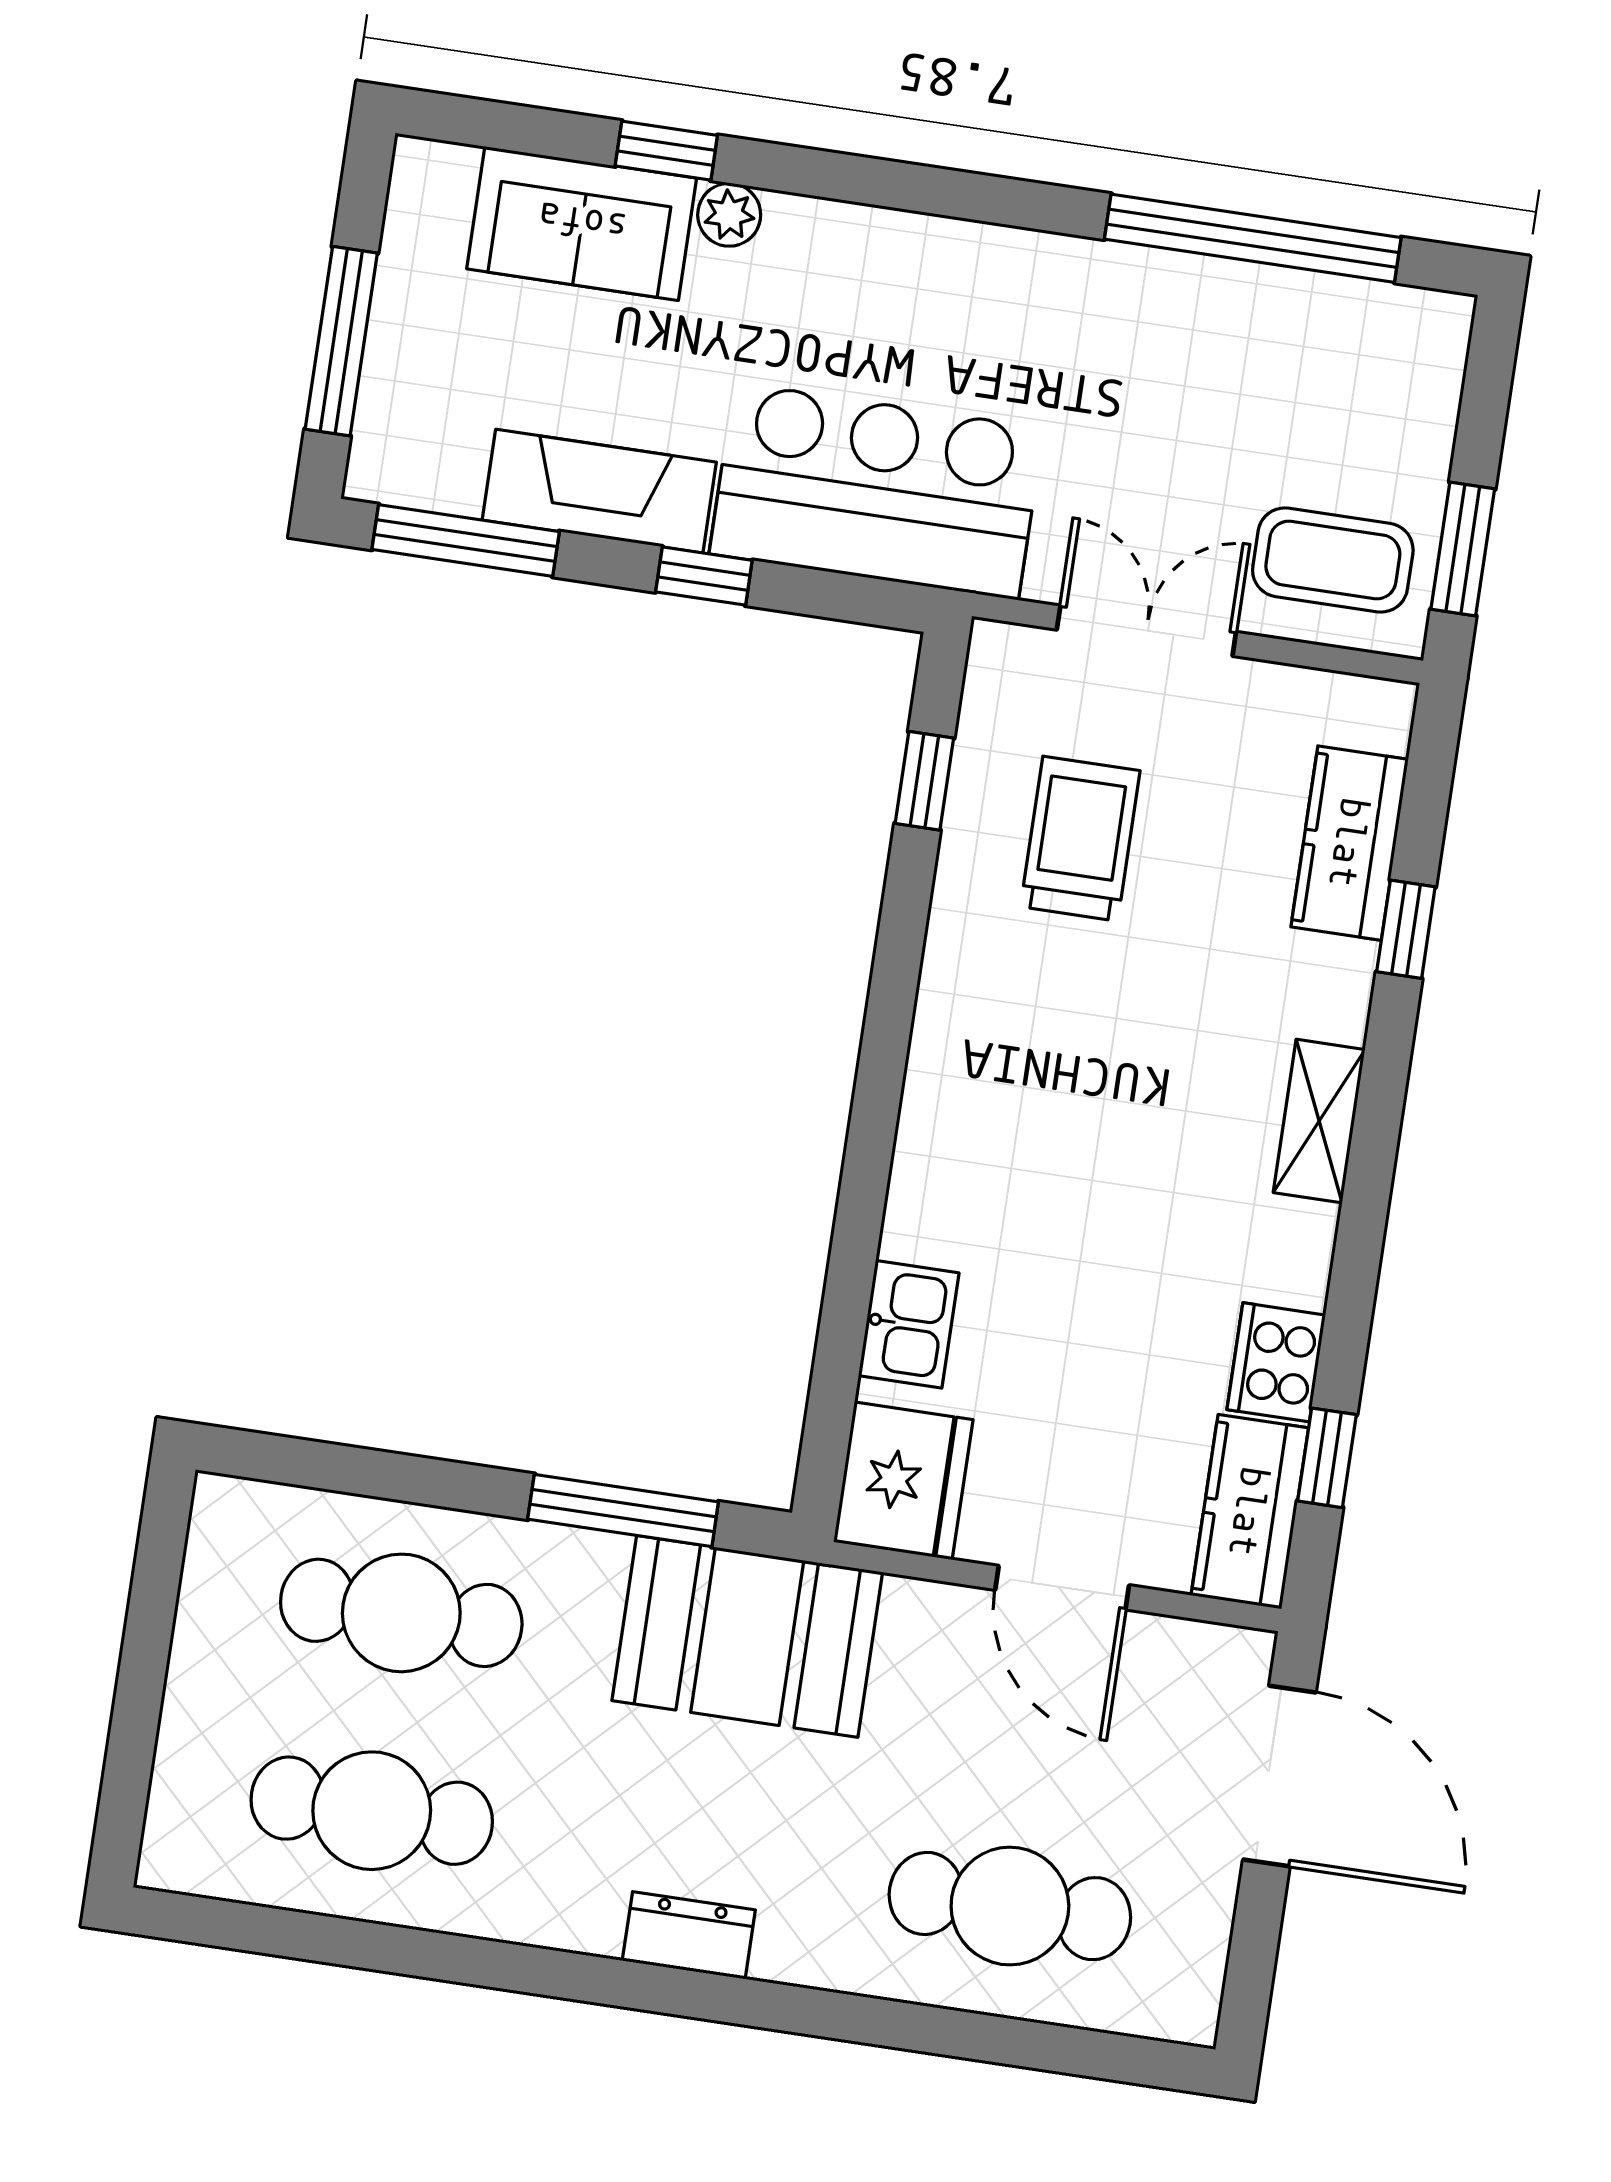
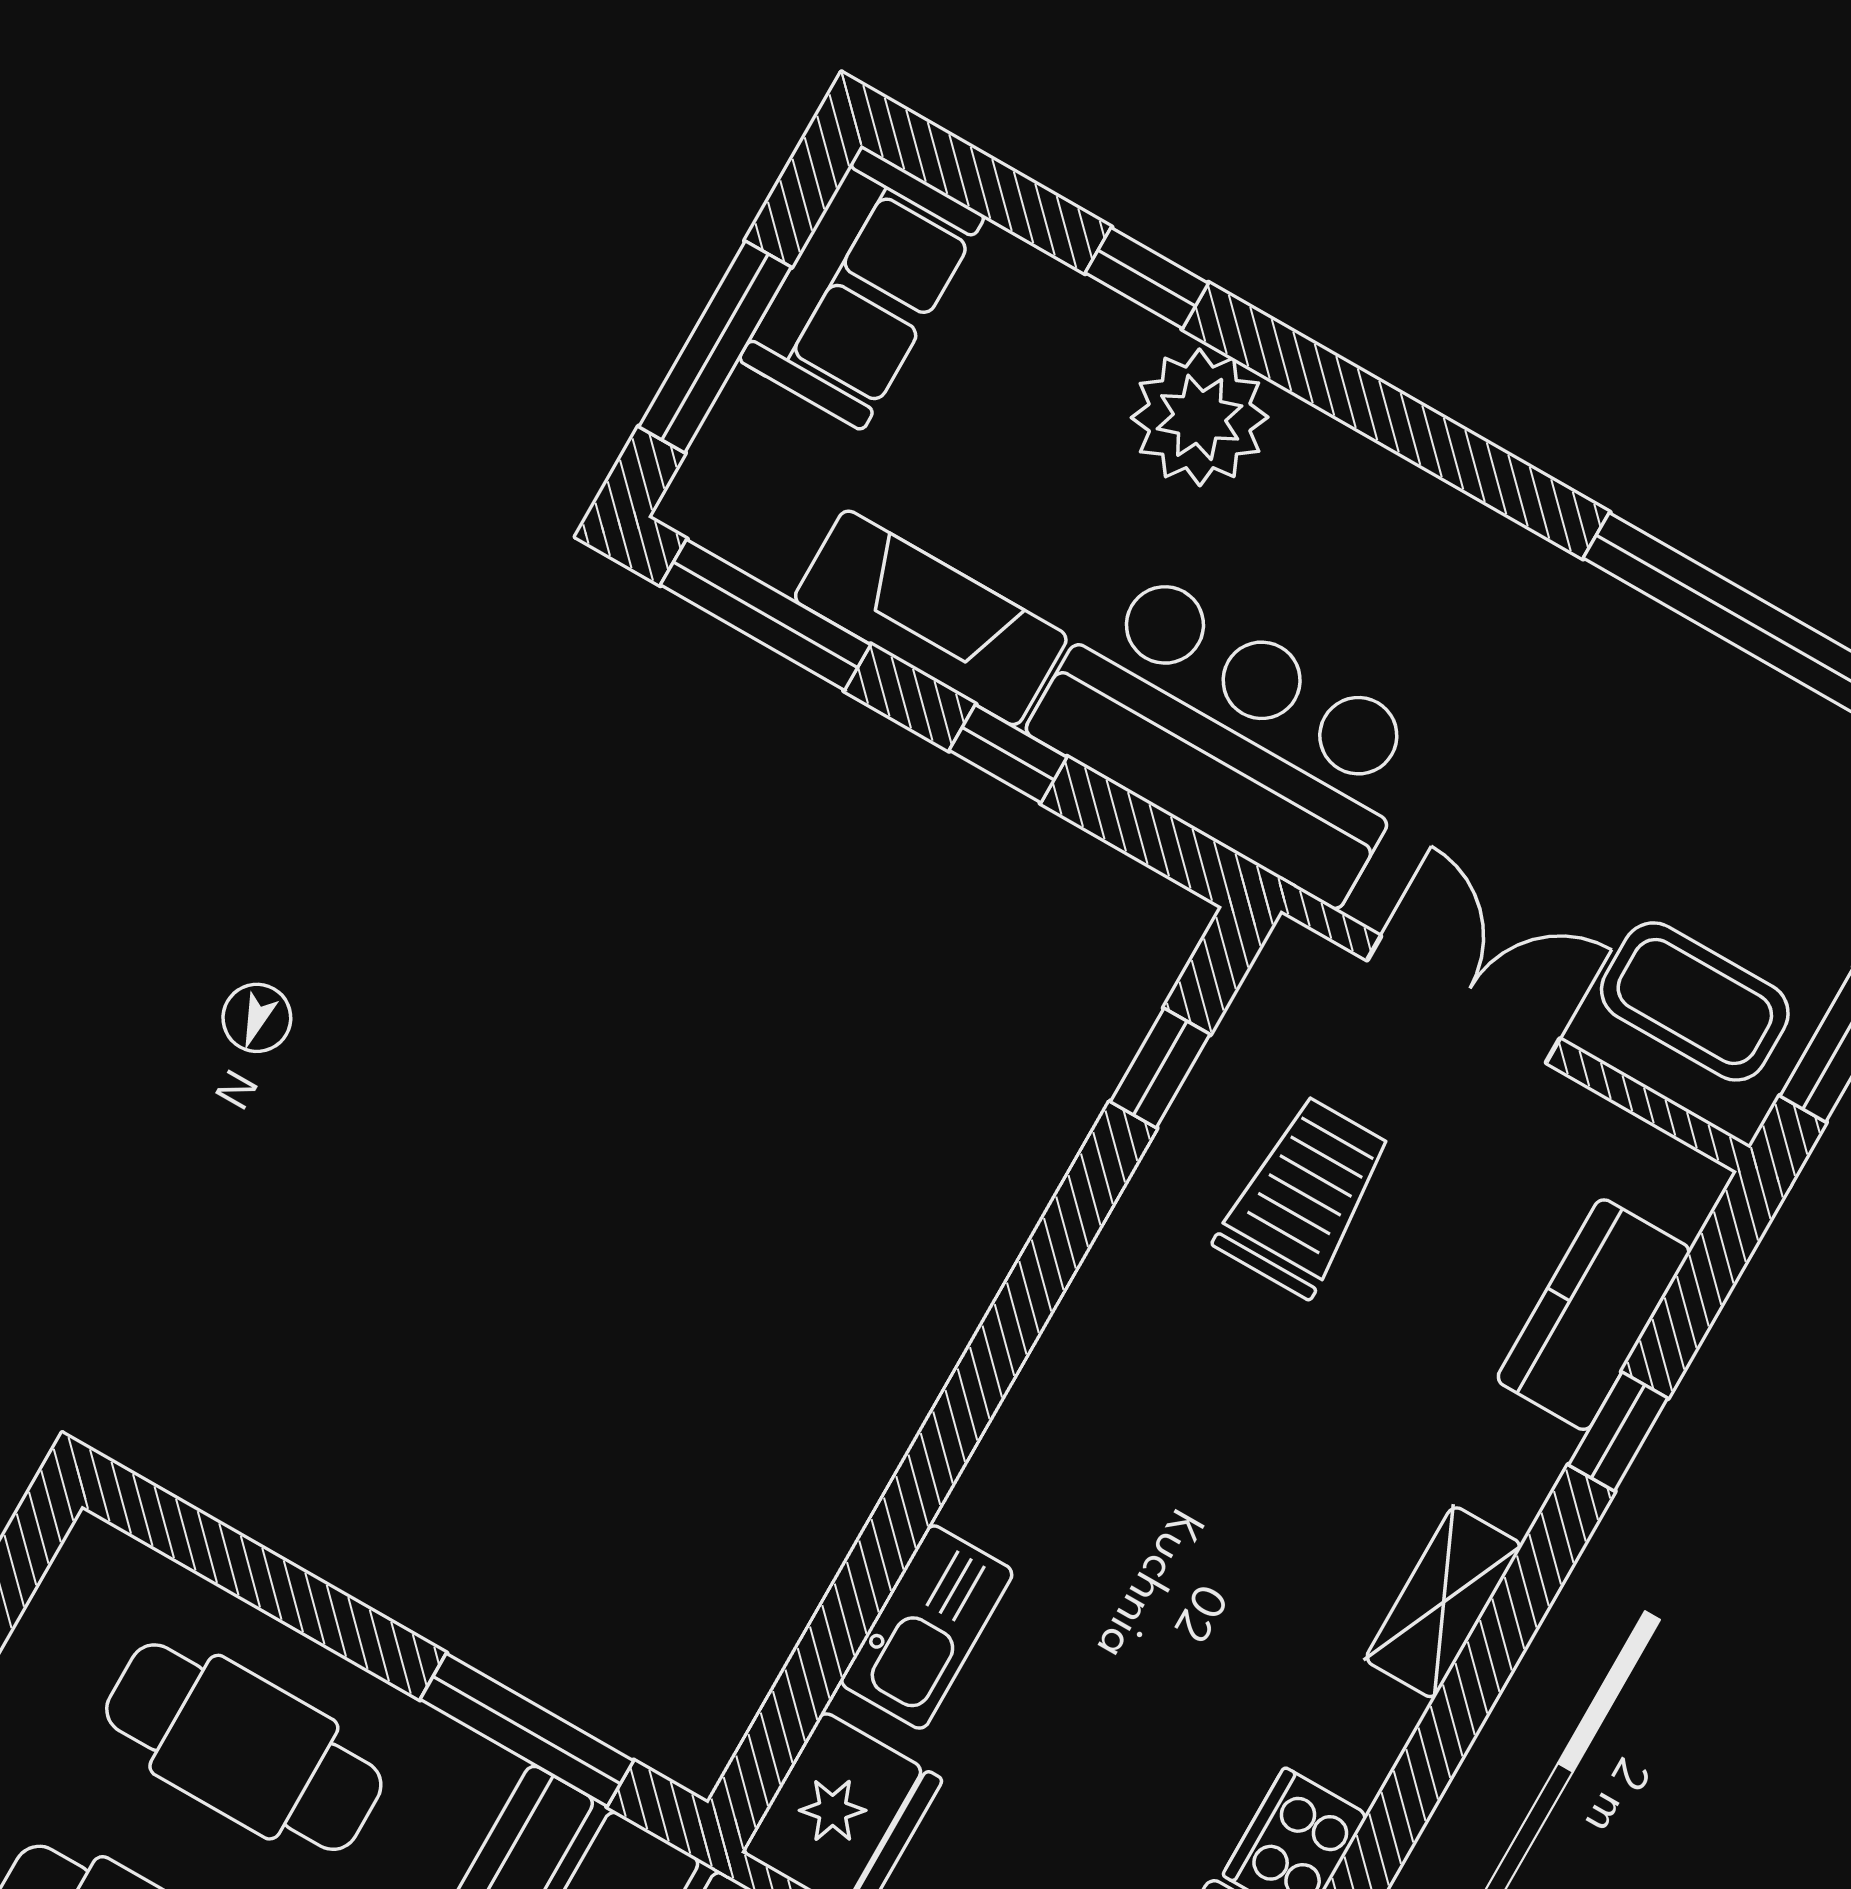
plant: (729, 215) -> (1200, 417), width x1.88, depth x1.88
sofa: (582, 223) -> (862, 288), moved, turned -90
kitchen sink: (909, 1324) -> (927, 1627), width x1.38

